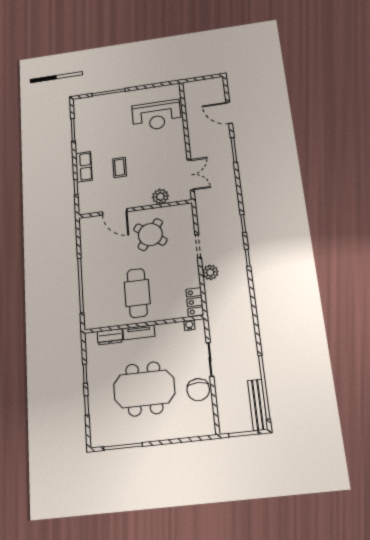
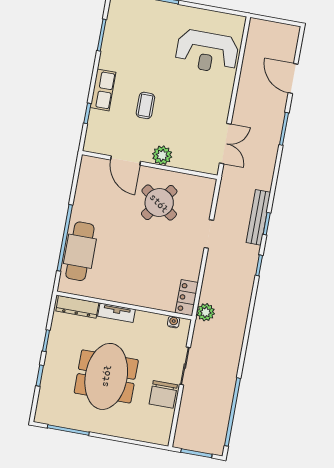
plant: (160, 197) -> (162, 155), moved
plant: (210, 272) -> (206, 312), moved
cafe table: (137, 293) -> (80, 251), moved
dresser: (110, 337) -> (77, 307), width x1.44
meeting table: (144, 389) -> (106, 376), turned 90
bench: (258, 405) -> (258, 217), moved

